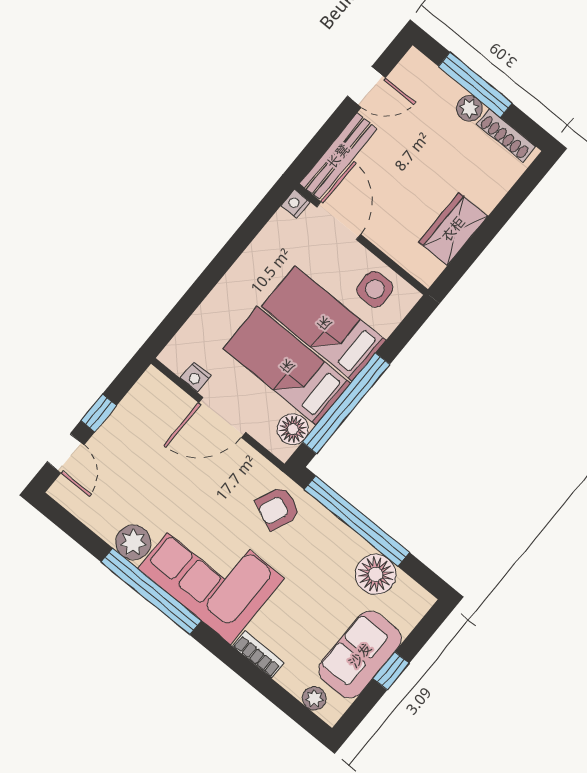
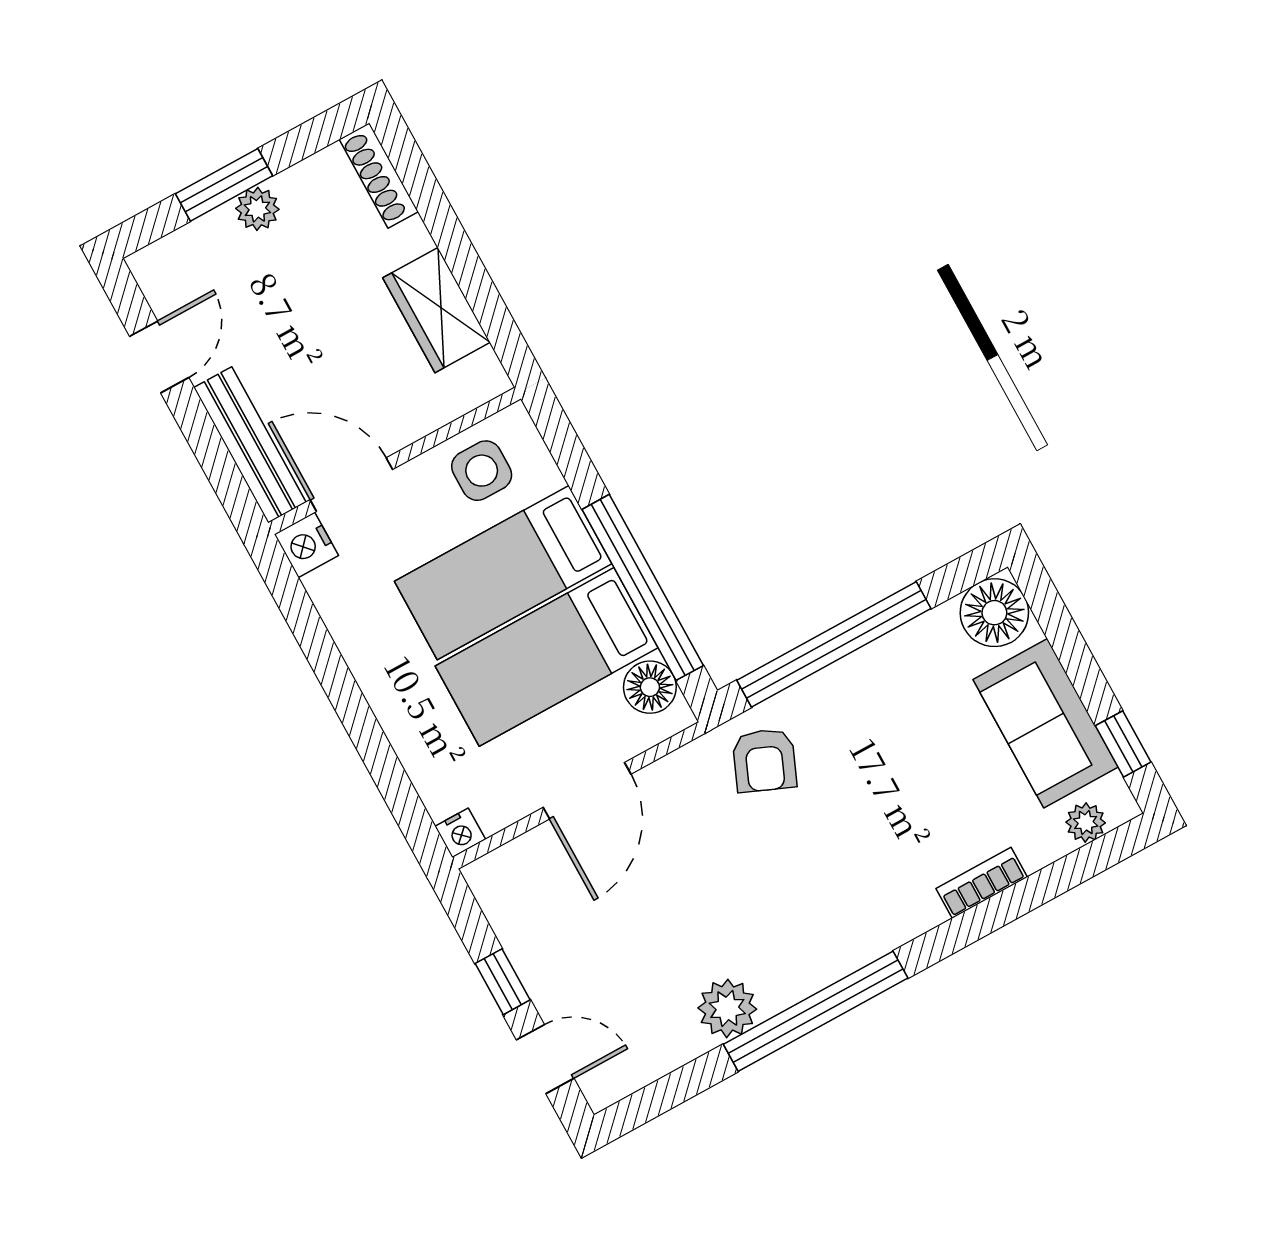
window: (475, 85) -> (224, 185), width x0.69
shoe rack: (506, 135) -> (379, 175), moved, turned 90
nightstand: (295, 204) -> (306, 545), width x1.39, depth x1.35
nightstand: (196, 377) -> (460, 833), moved
corner sofa: (211, 573) -> (825, 906), removed
floor lamp: (376, 574) -> (994, 613), moved
window: (391, 671) -> (1123, 744), moved

